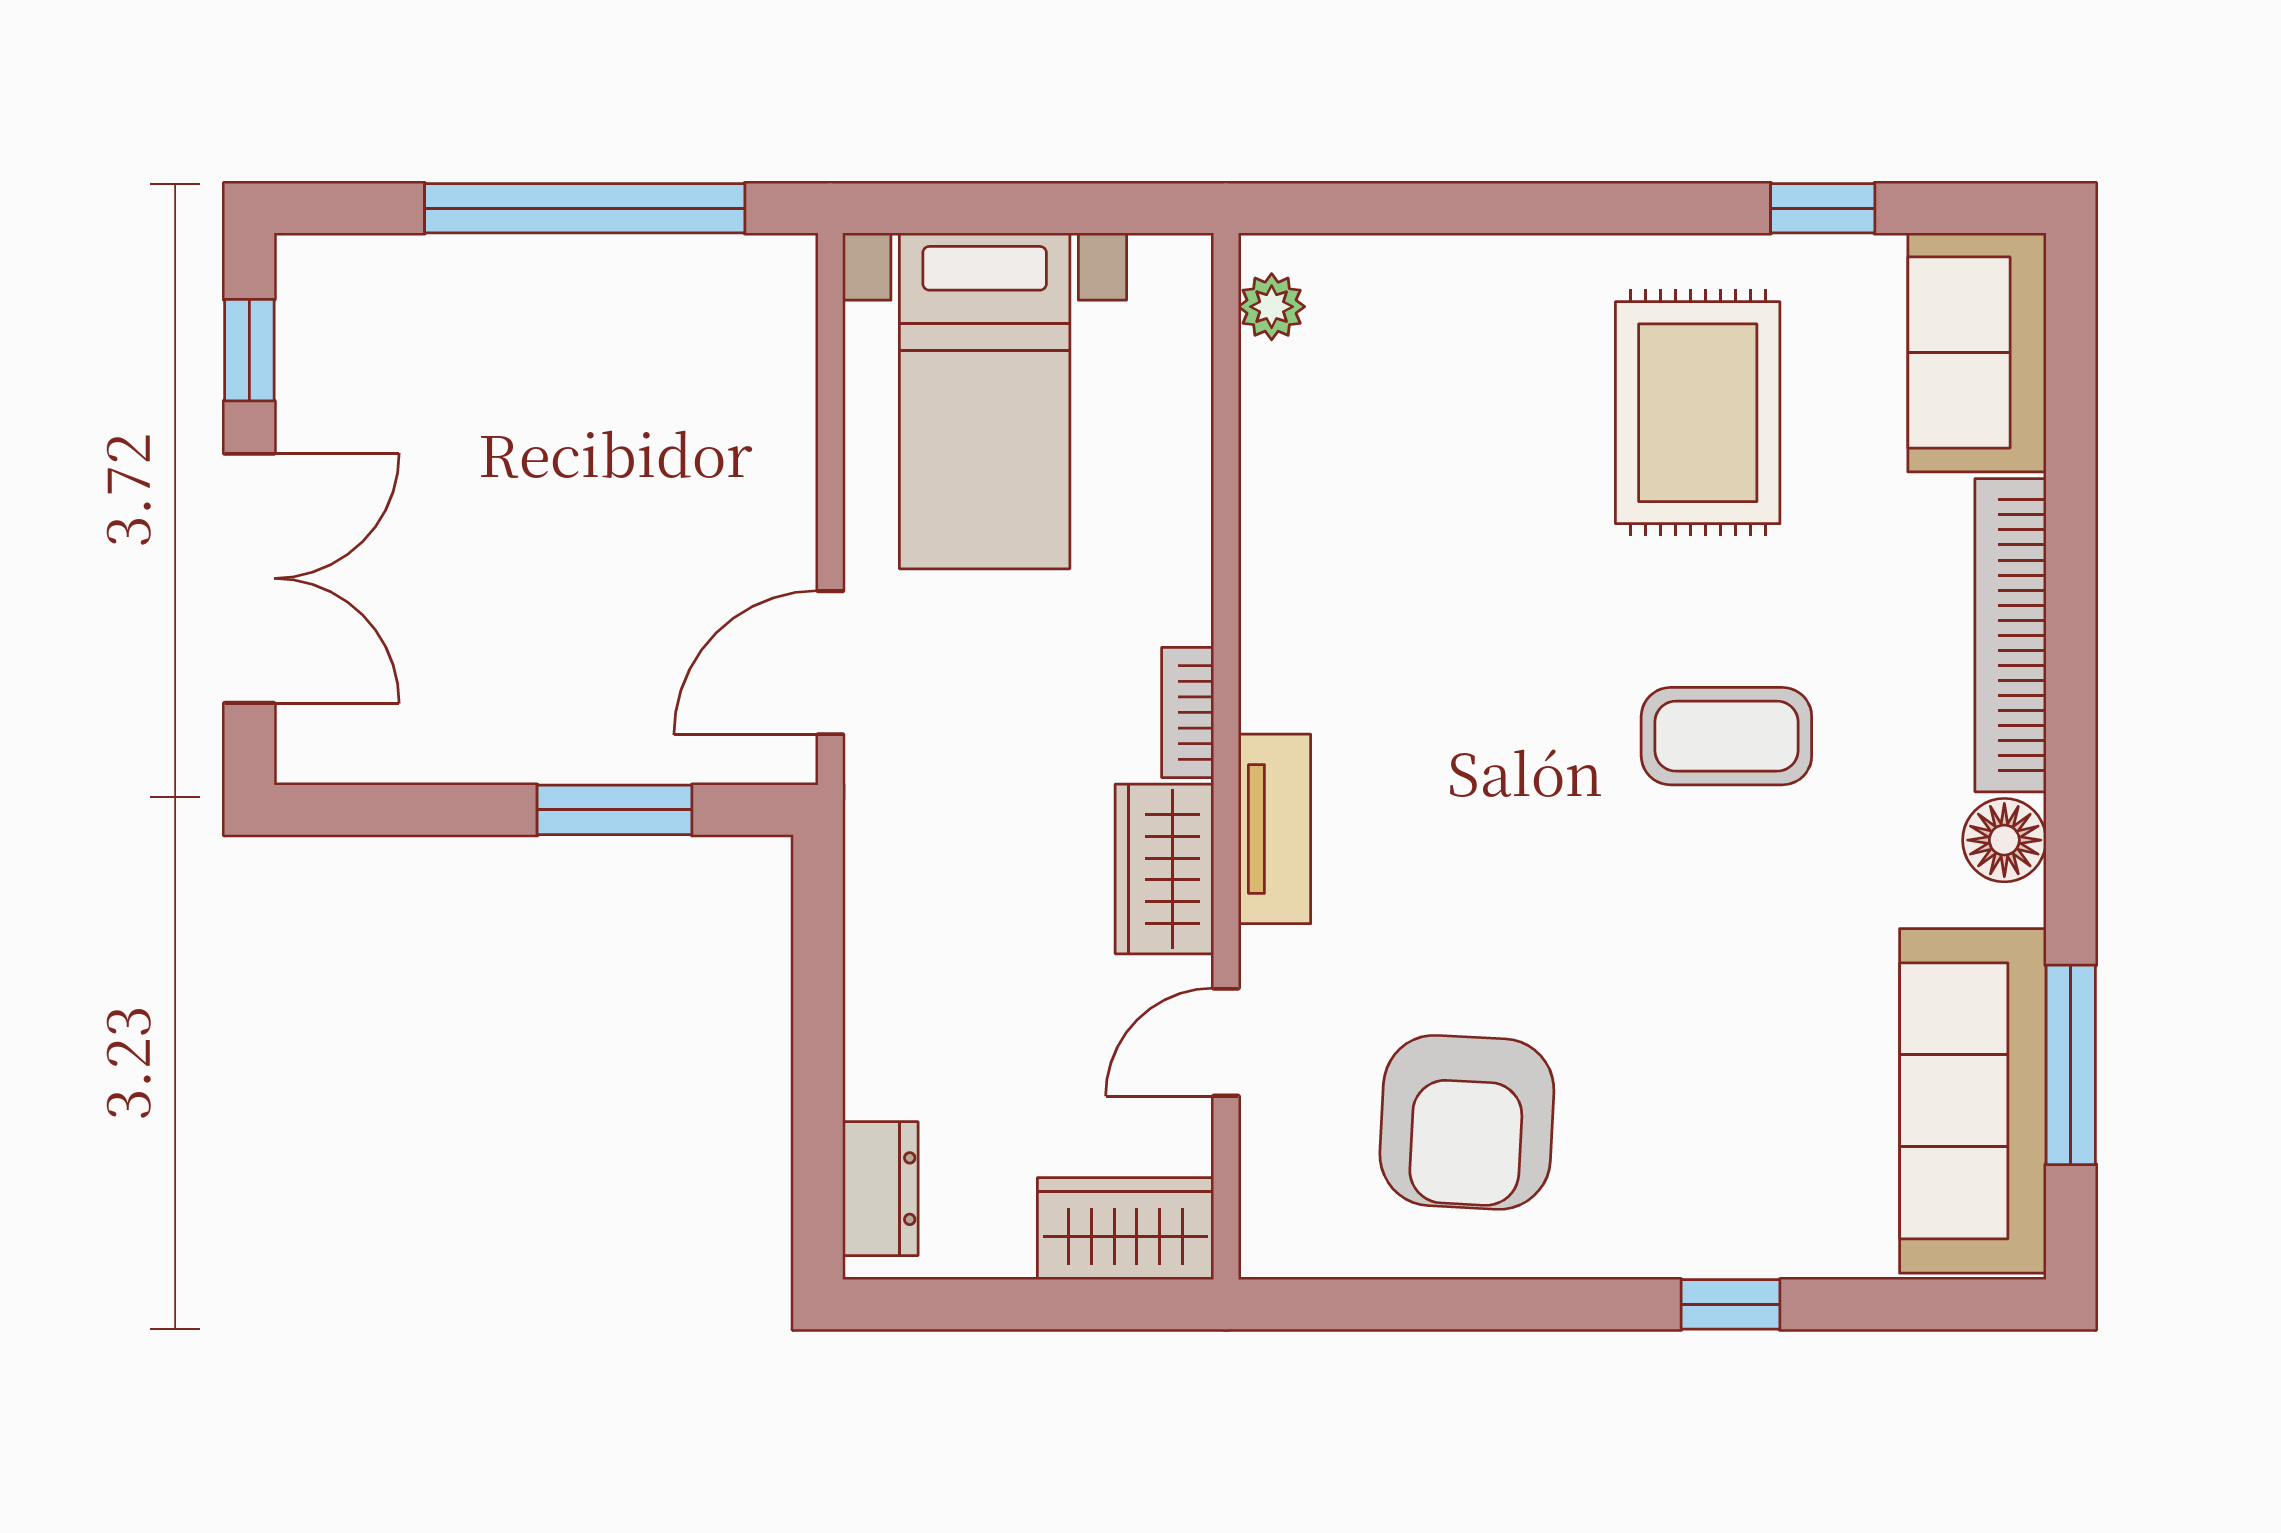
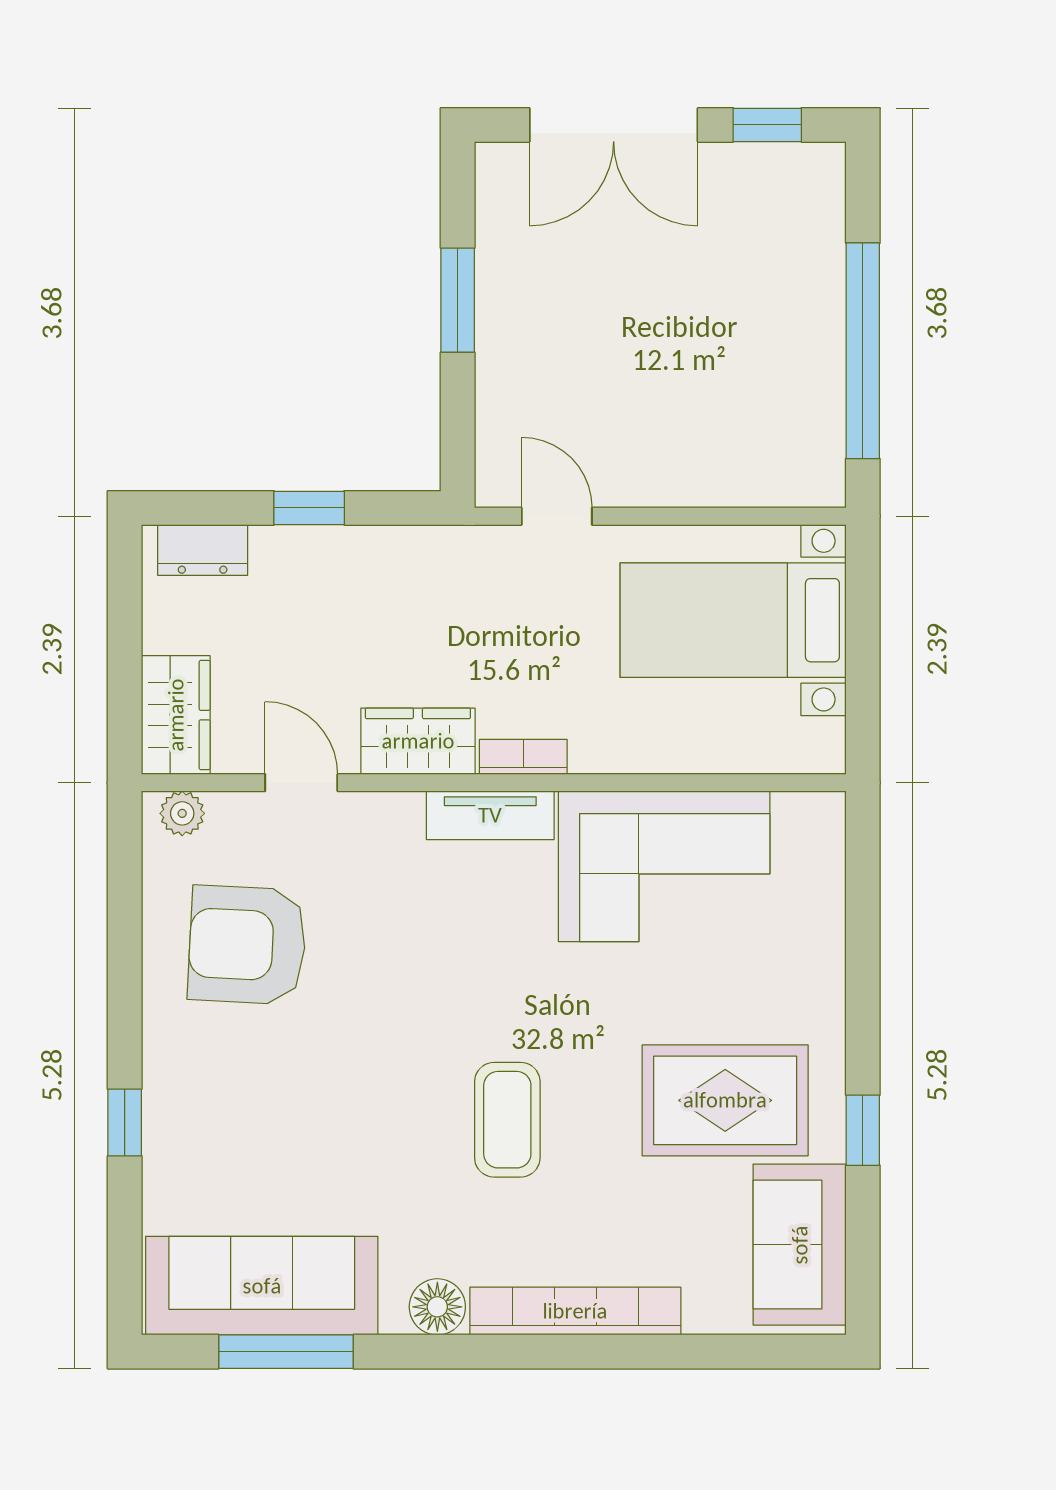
window: (1823, 208) -> (863, 1130), moved
plant: (1272, 307) -> (182, 813), moved
sofa: (1977, 352) -> (800, 1245), moved, turned -90
corner sofa: (1350, 503) -> (664, 866), added
door: (830, 663) -> (557, 516), width x0.73
window: (615, 810) -> (458, 300), moved
tv unit: (1275, 829) -> (490, 815), moved
window: (818, 1031) -> (309, 508), added

